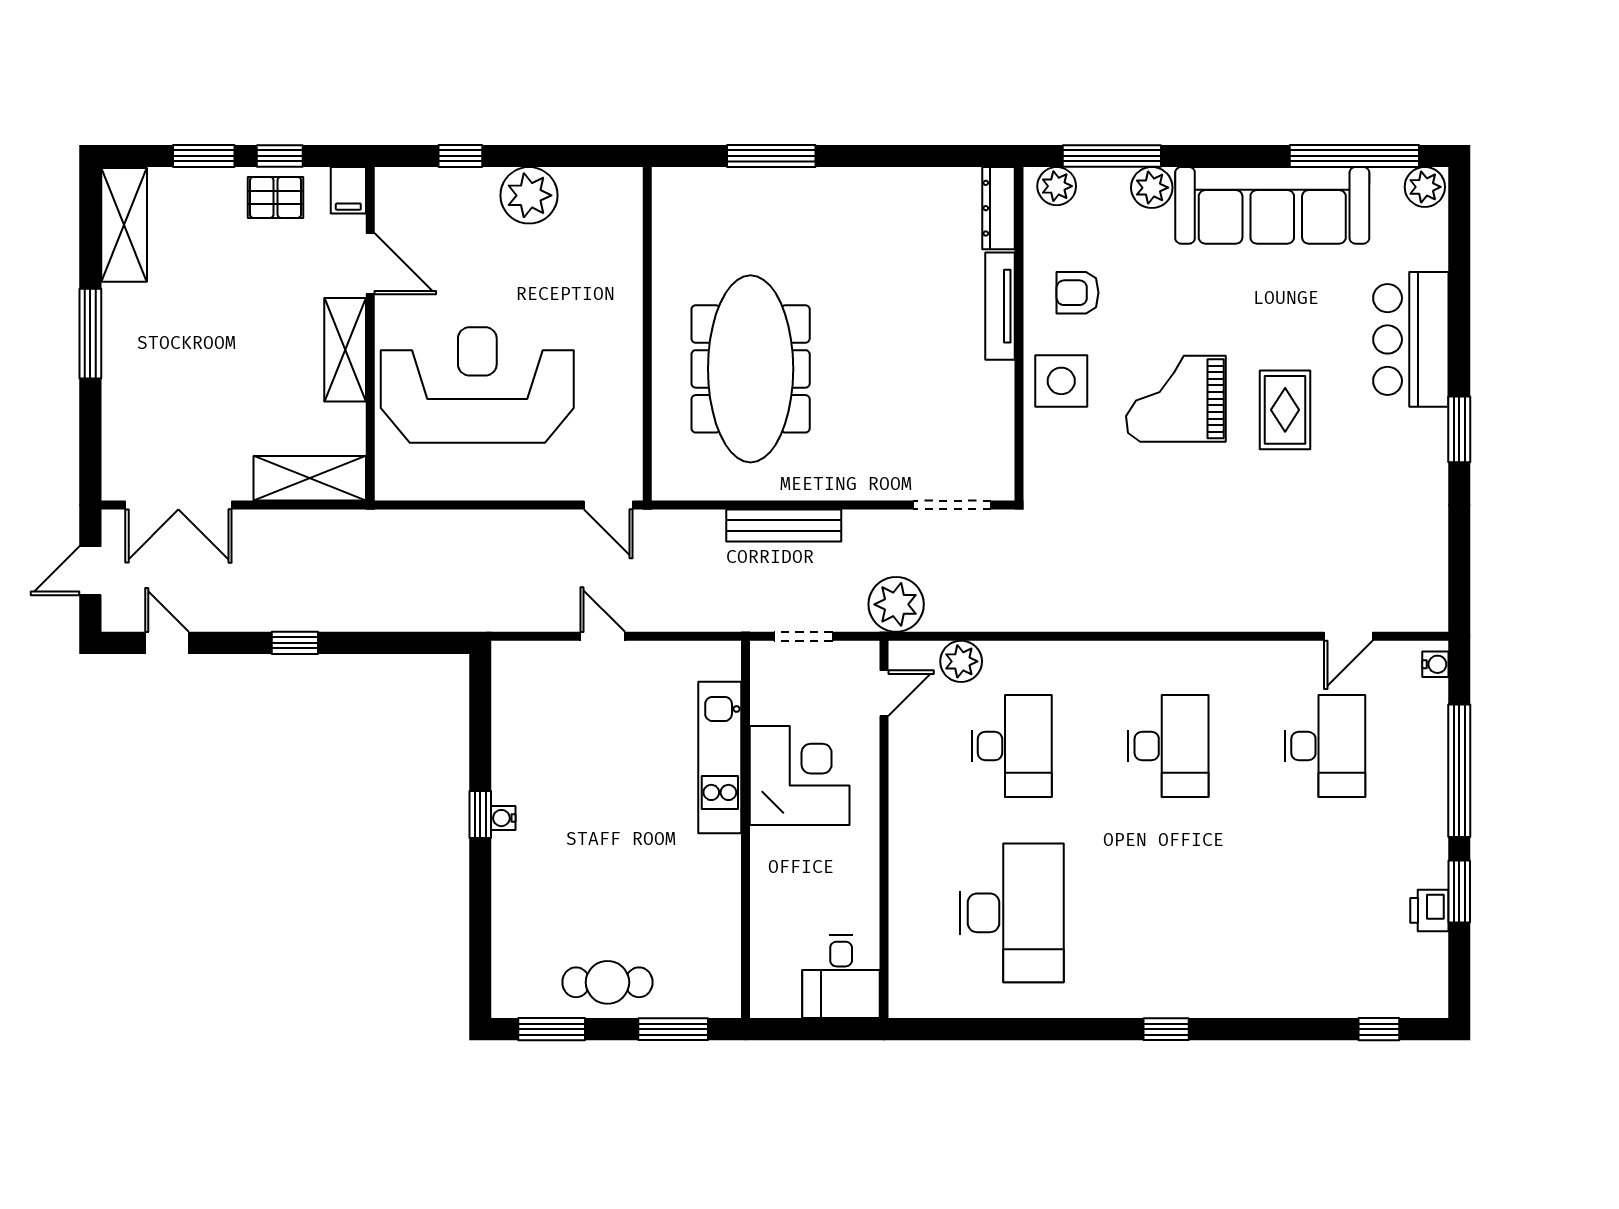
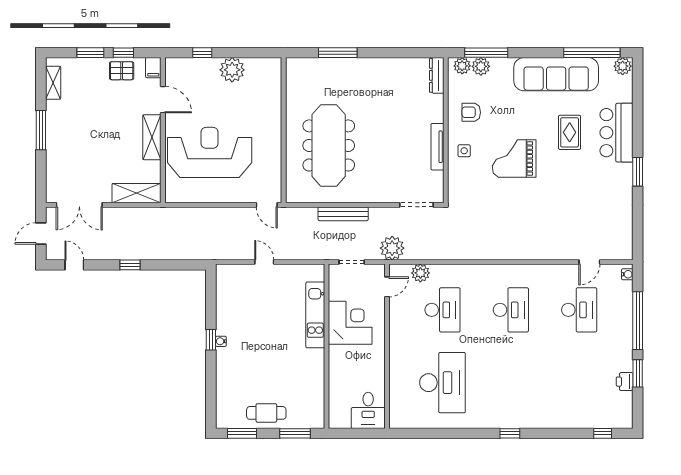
plant: (1152, 188) -> (481, 66), moved
shelving: (124, 225) -> (53, 83), width x0.67, depth x0.75
tv unit: (1000, 306) -> (437, 147), moved
side table: (1061, 381) -> (464, 151), width x0.54, depth x0.54
rug: (1285, 410) -> (570, 132), moved

